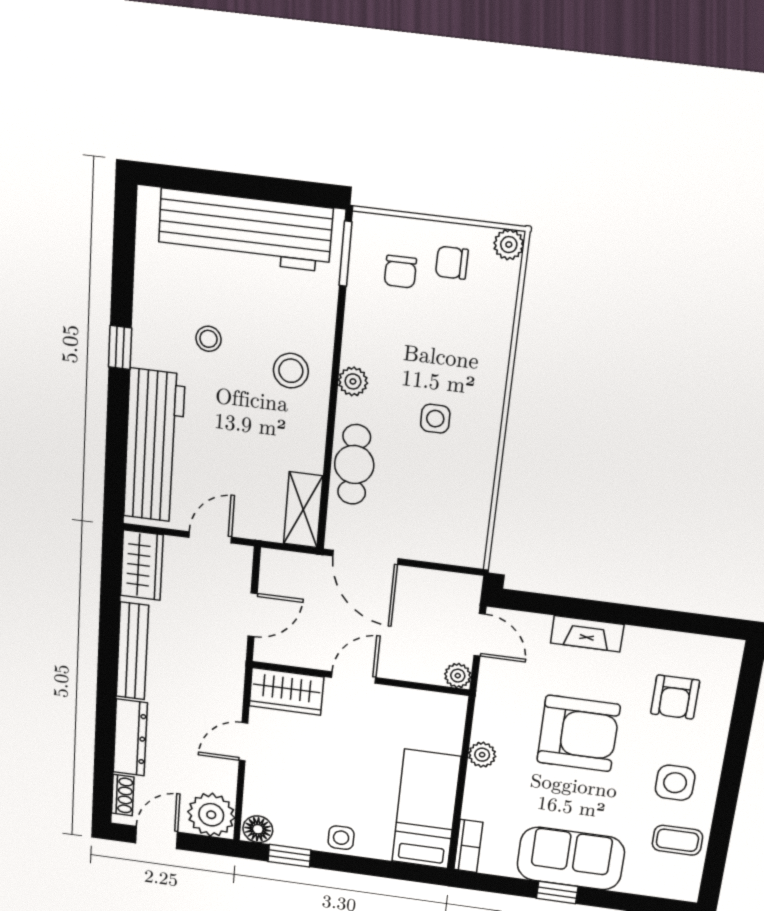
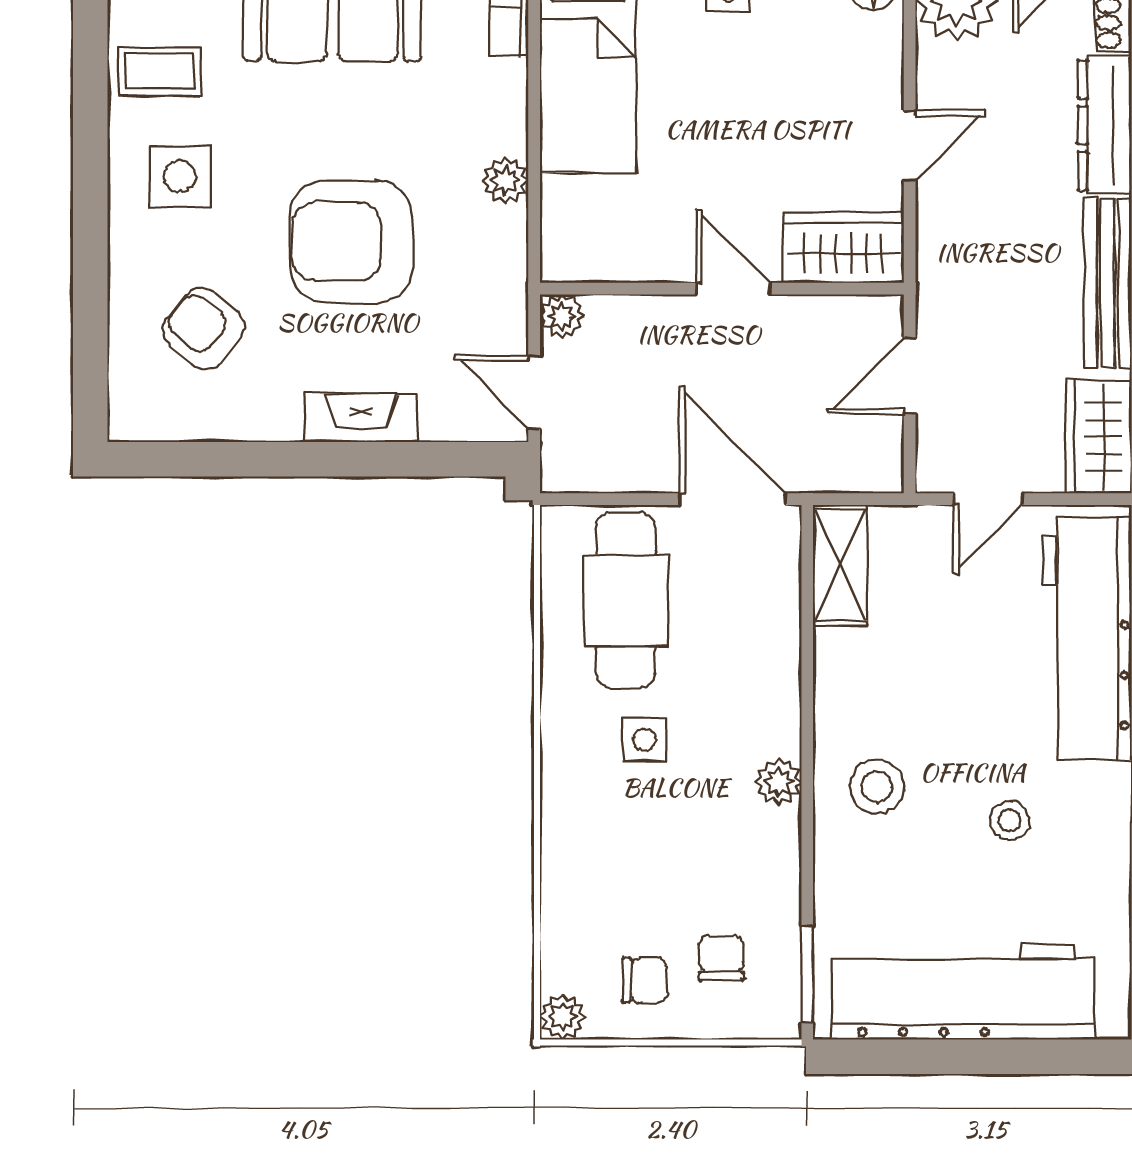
cafe table: (354, 464) -> (626, 600), moved, width x1.37, depth x1.35
door: (354, 677) -> (733, 289), swing flipped
armchair: (675, 697) -> (204, 329), turned -50

